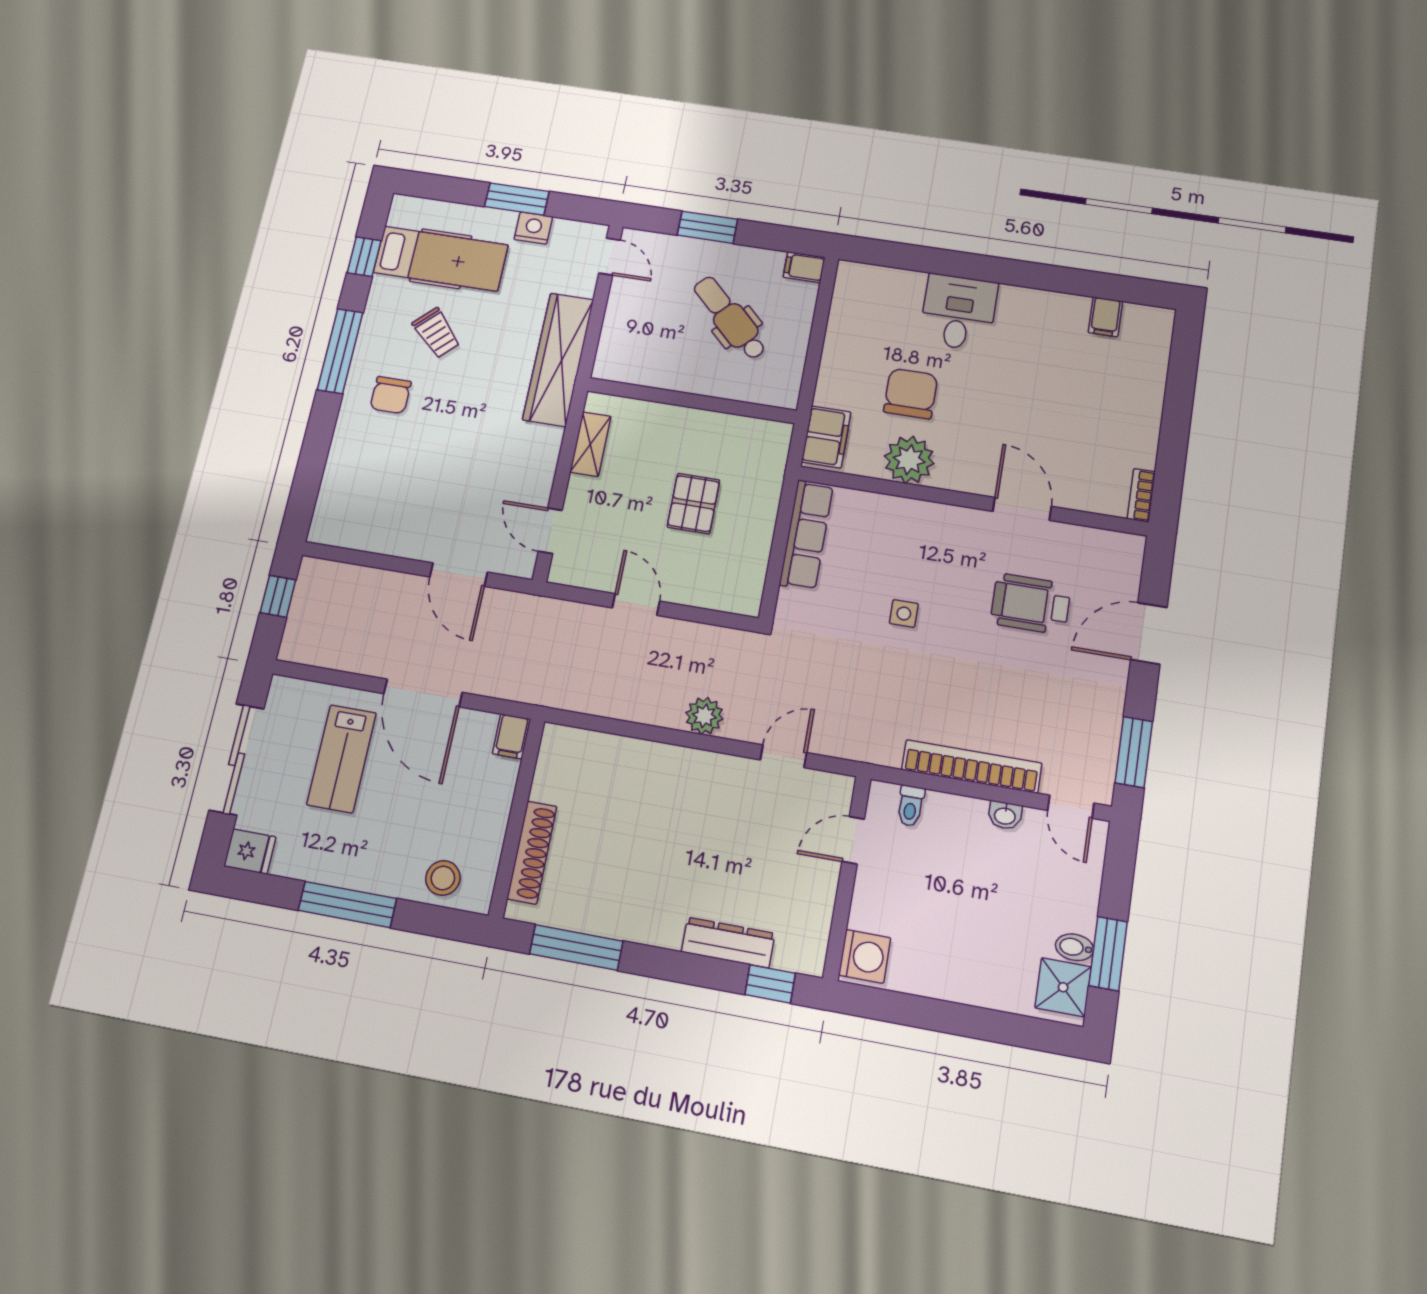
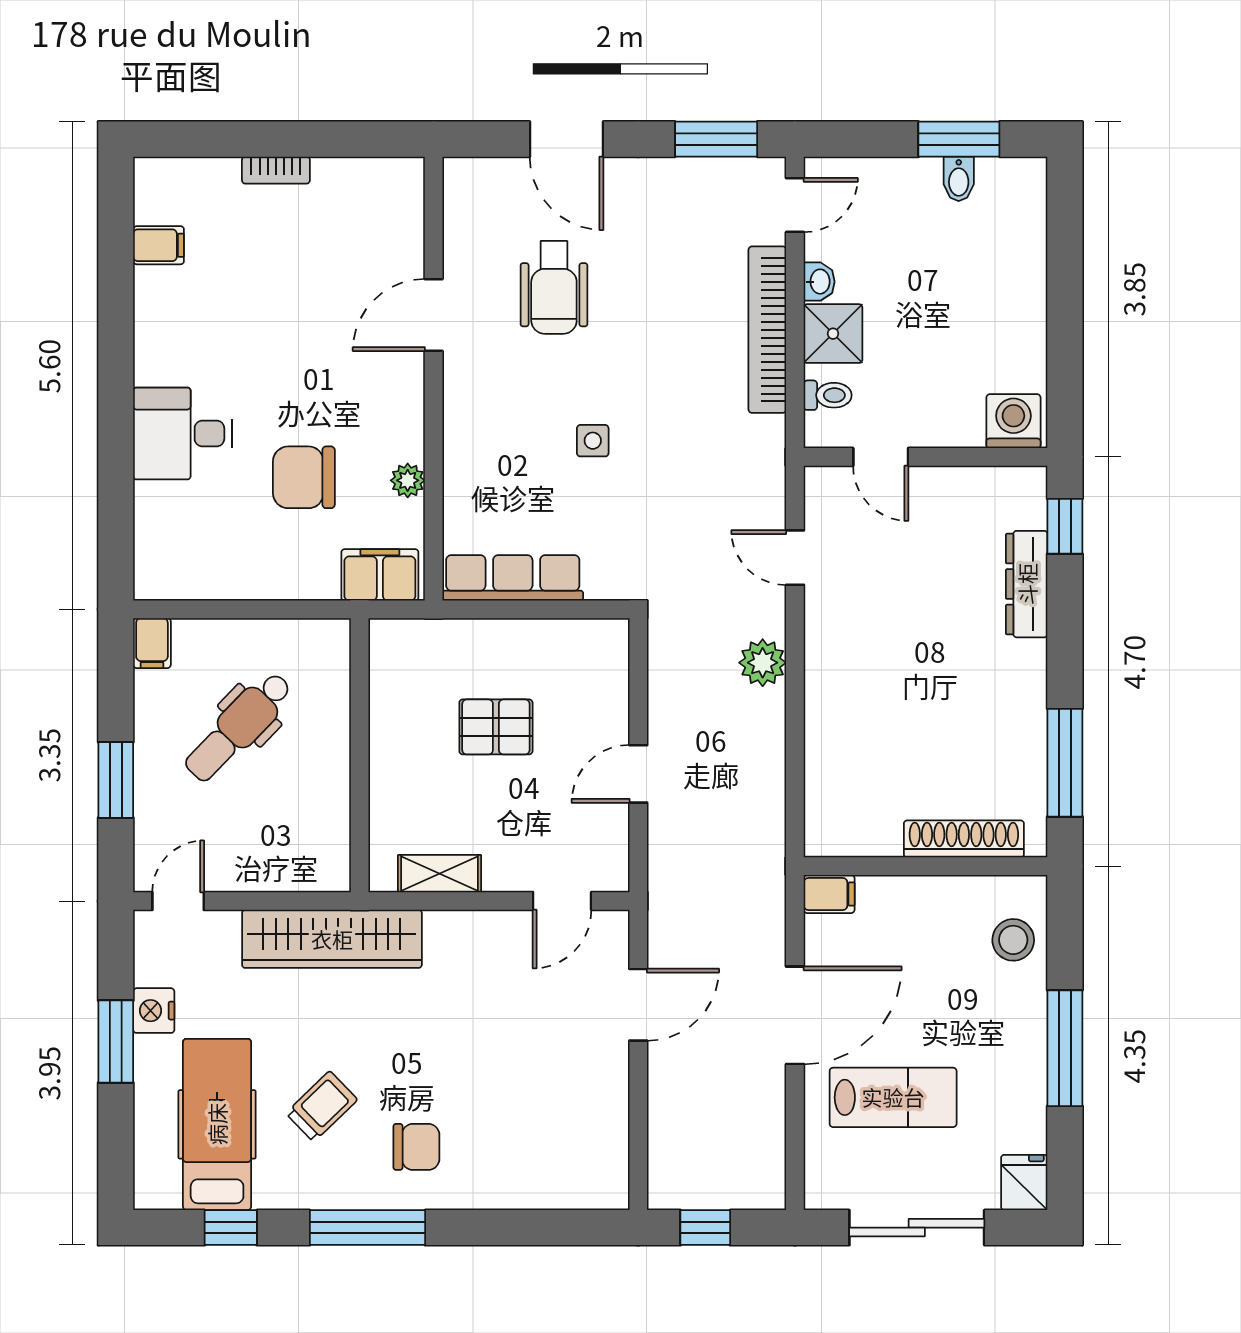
plant: (909, 460) -> (408, 480), width x0.53, depth x0.53
bookcase: (1141, 495) -> (276, 170), moved
shower: (1063, 987) -> (833, 334), moved

